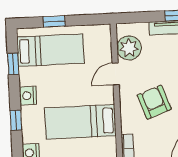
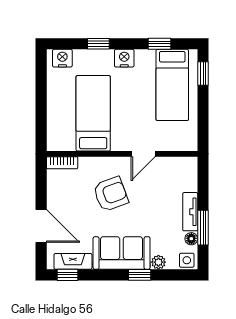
window: (54, 21) -> (203, 74), moved
plant: (129, 48) -> (170, 170), removed
door: (116, 74) -> (143, 154), swing flipped

